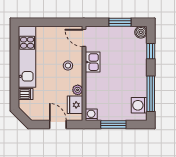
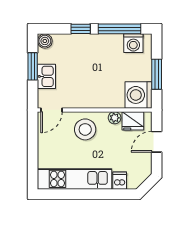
window: (151, 51) -> (81, 29), moved
kitchen sink: (93, 62) -> (46, 76), moved, turned 90
stool: (68, 66) -> (85, 129), width x1.89, depth x1.89
washing machine: (91, 115) -> (138, 95), width x1.89, depth x1.89

